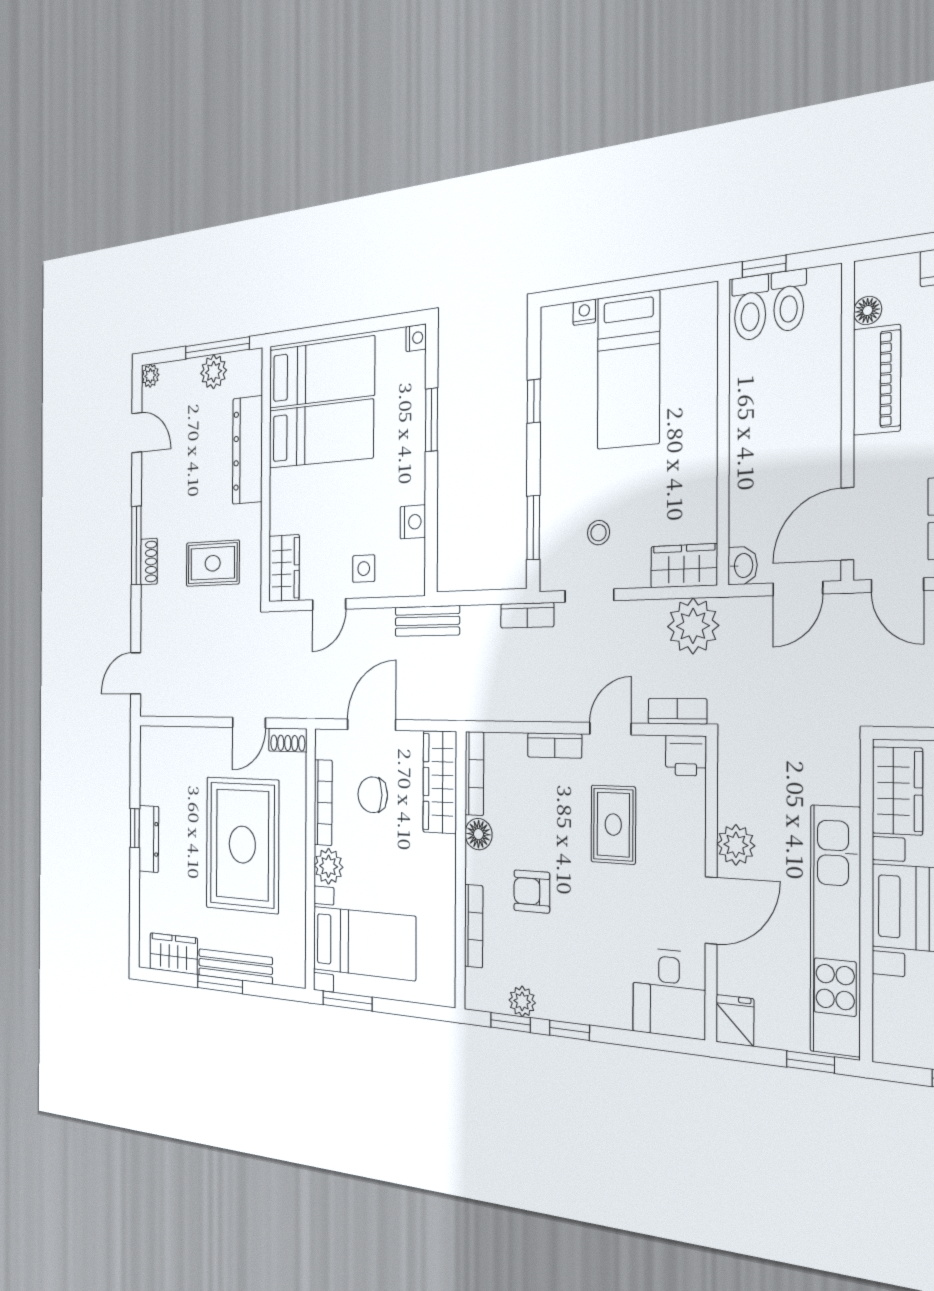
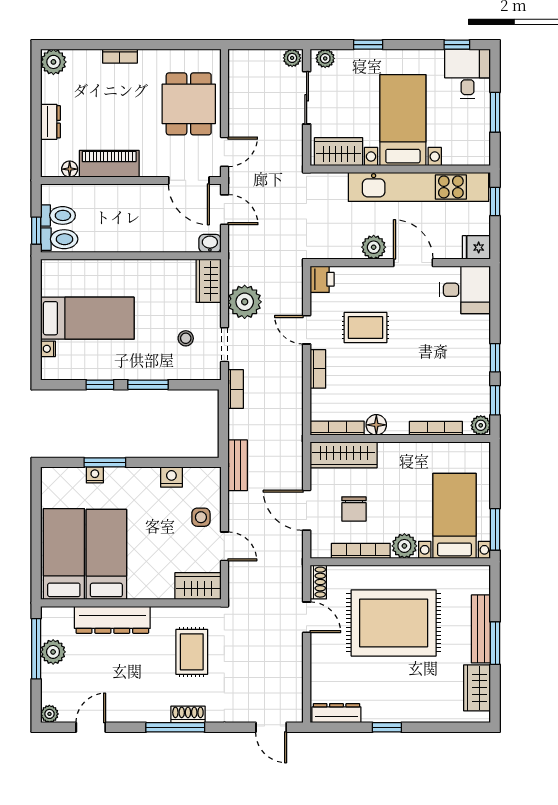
nightstand: (416, 338) -> (95, 475), moved
window: (533, 528) -> (148, 385), moved
plant: (693, 626) -> (245, 302), moved
bookcase: (677, 711) -> (296, 285), removed
dresser: (149, 839) -> (336, 713), moved
armchair: (532, 891) -> (411, 385), removed
plant: (522, 1001) -> (481, 425), moved

